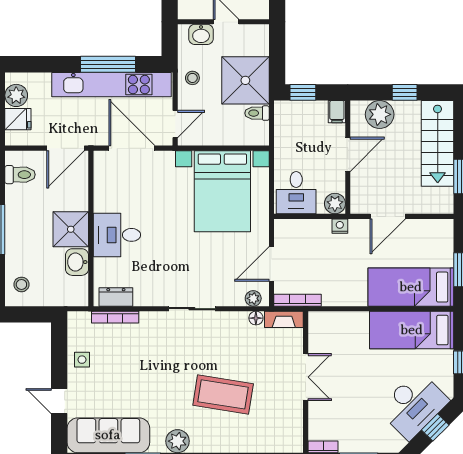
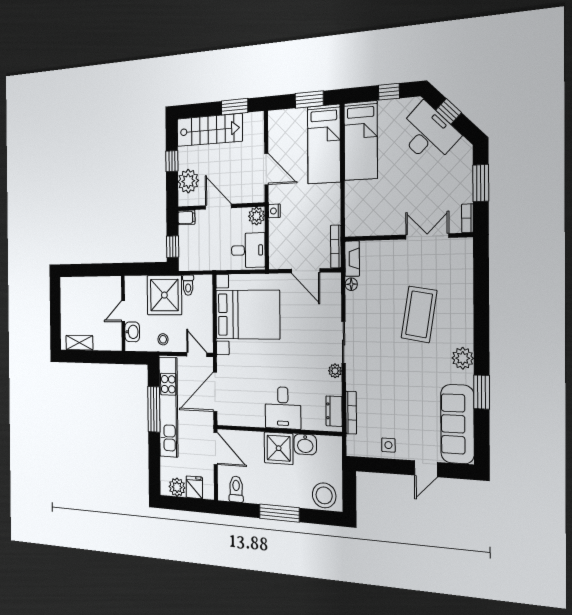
stool: (21, 284) -> (324, 495), width x1.89, depth x1.89
plant: (253, 298) -> (335, 371), moved
double door: (306, 377) -> (427, 236), moved

